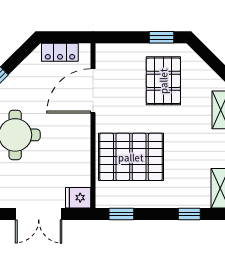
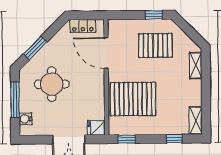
pallet: (163, 81) -> (155, 45), turned 90
door: (93, 91) -> (106, 53), hinge flipped

